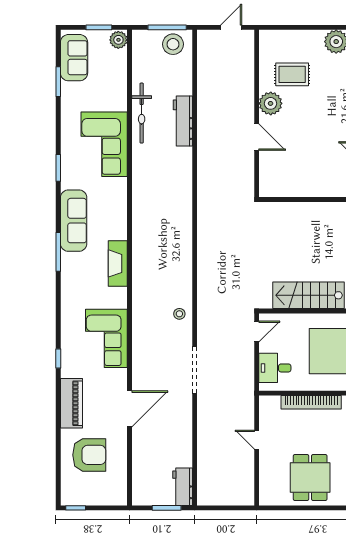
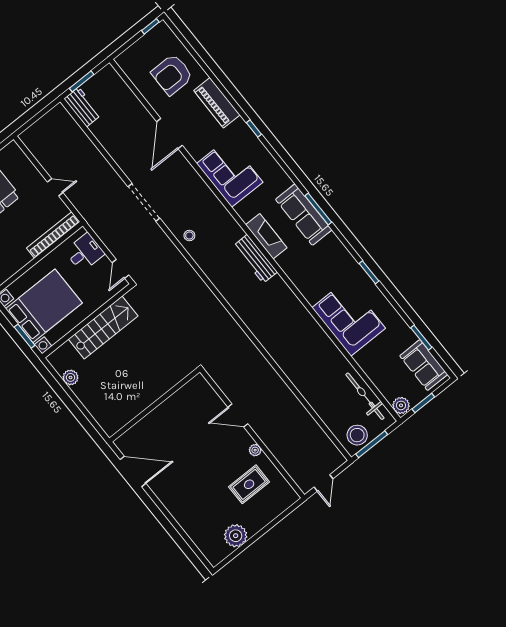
plant: (271, 103) -> (255, 450), width x0.53, depth x0.53
bicycle: (142, 113) -> (365, 396), moved
workbench: (183, 121) -> (255, 259), moved, turned 180
sofa: (74, 221) -> (304, 215), moved
bookcase: (311, 402) -> (53, 235), moved

